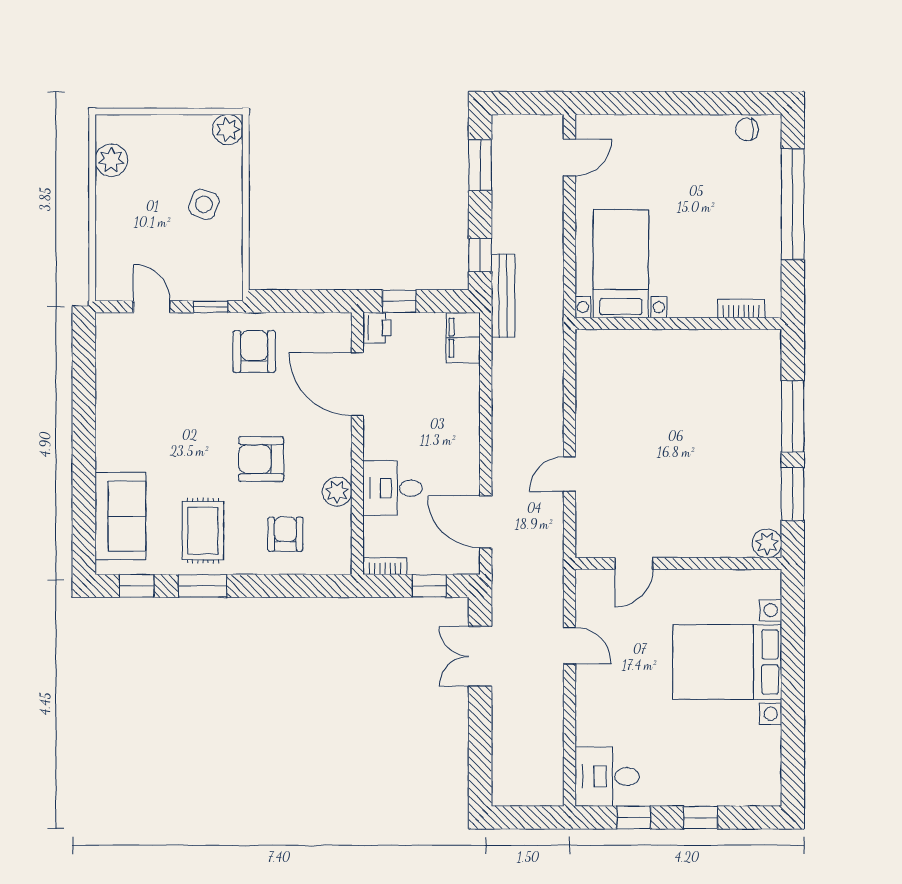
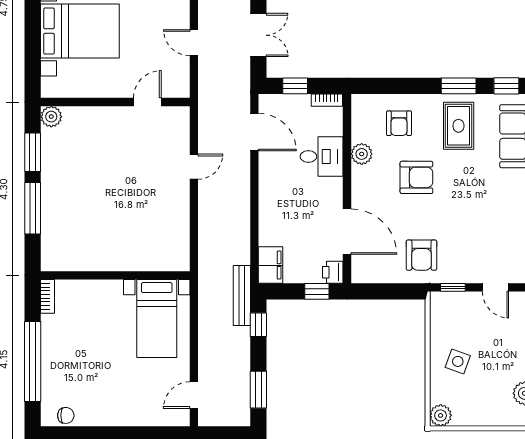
bookcase: (741, 309) -> (48, 296), moved, turned -90

